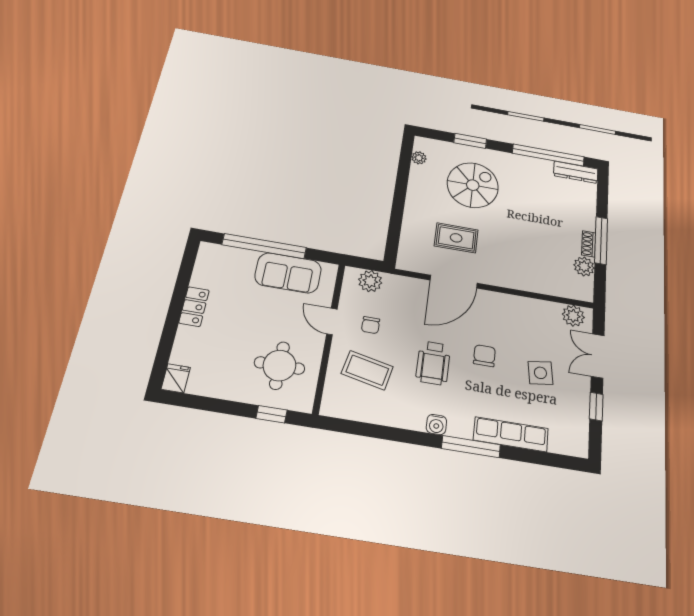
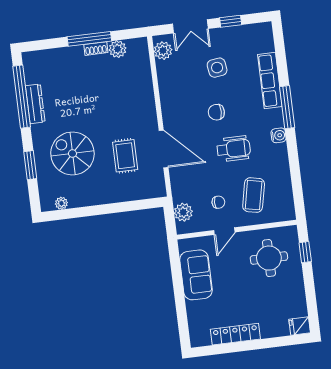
dresser: (576, 172) -> (35, 104), moved
window: (264, 246) -> (180, 300), removed
locker: (194, 307) -> (235, 334), width x1.53

